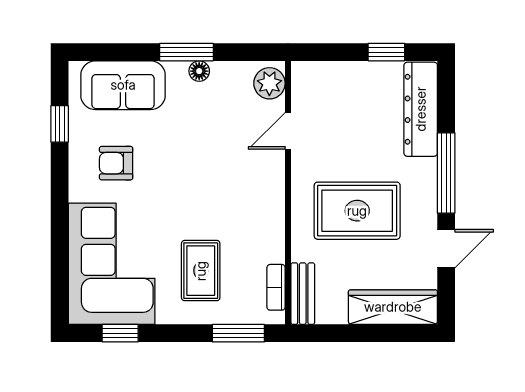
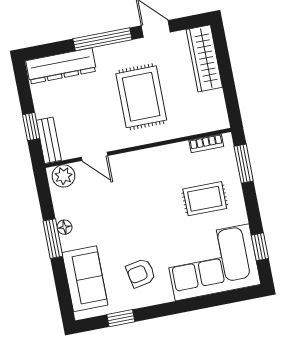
window: (386, 52) -> (31, 127), moved
armchair: (116, 163) -> (141, 273), turned 79
bench: (303, 294) -> (49, 140), moved, turned 90

